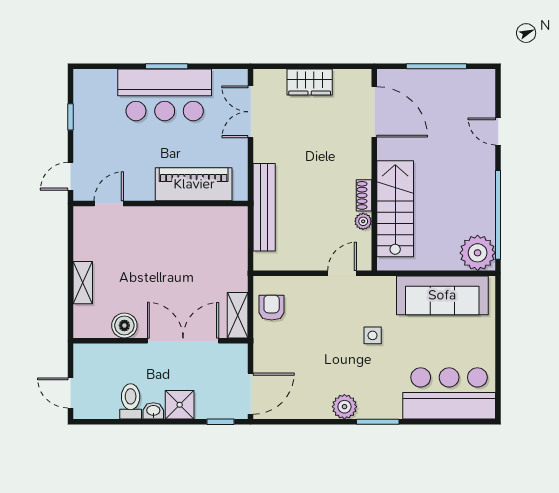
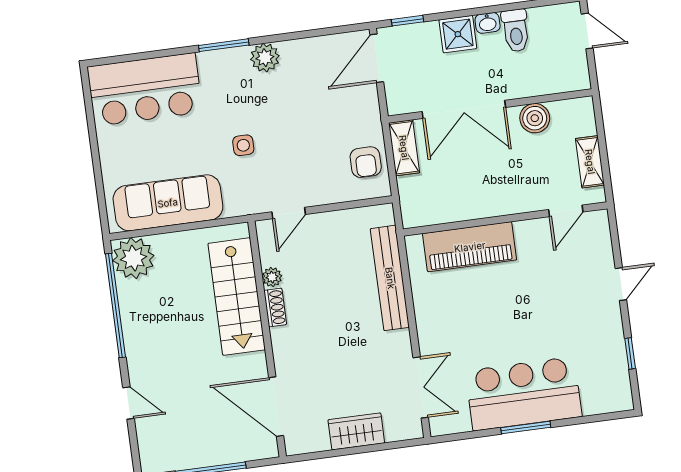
piano: (194, 184) -> (470, 247), moved
door: (109, 204) -> (566, 211), moved
wall: (161, 204) -> (505, 219), moved

